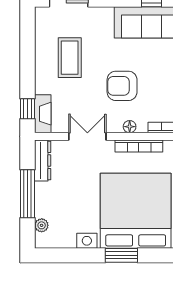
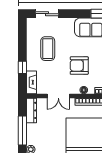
window: (28, 109) -> (22, 67), moved
double door: (87, 136) -> (58, 96), swing flipped

